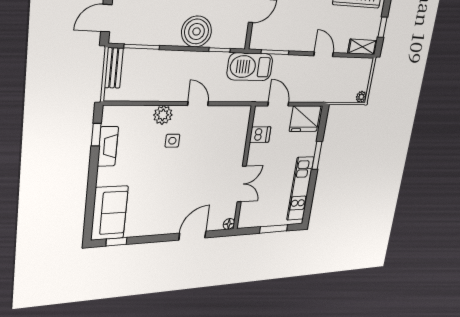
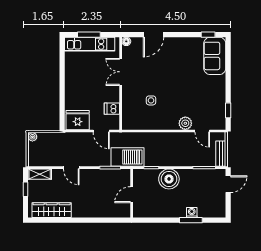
door: (198, 104) -> (202, 131), moved
side table: (172, 141) -> (151, 100), moved
fireplace: (108, 146) -> (220, 102), removed
window: (317, 155) -> (62, 92), removed
kitchen unit: (300, 189) -> (90, 44), moved, turned 90

